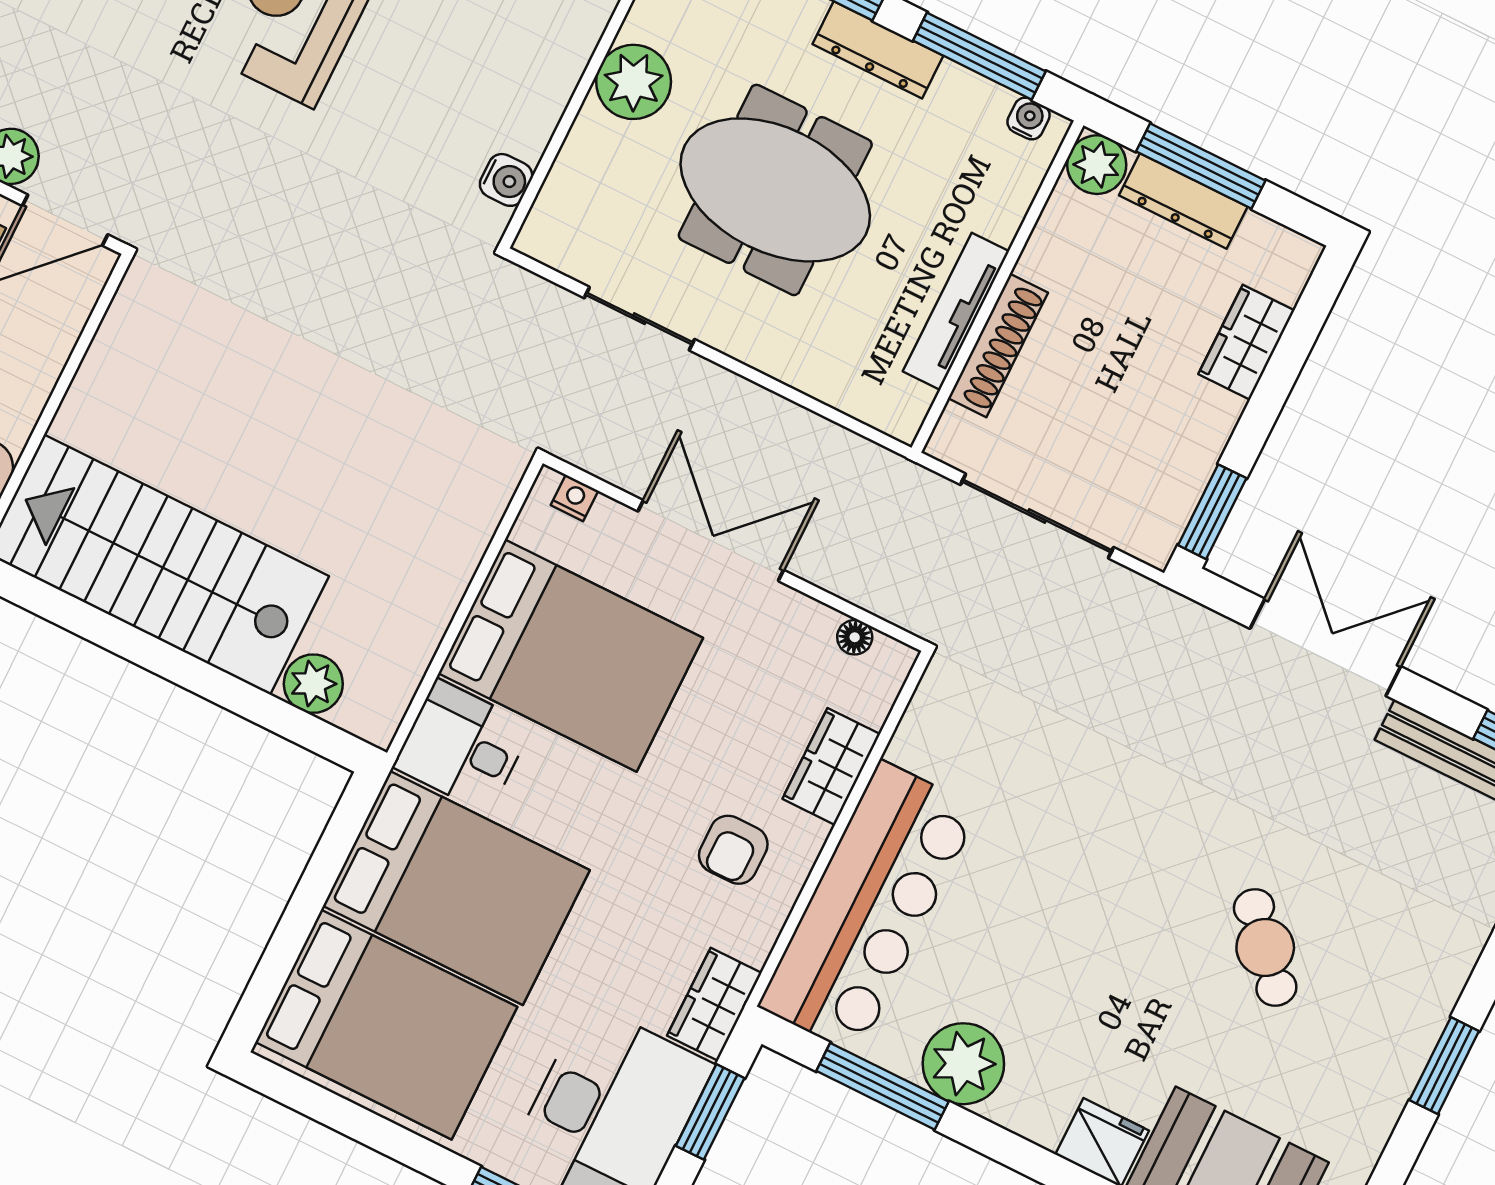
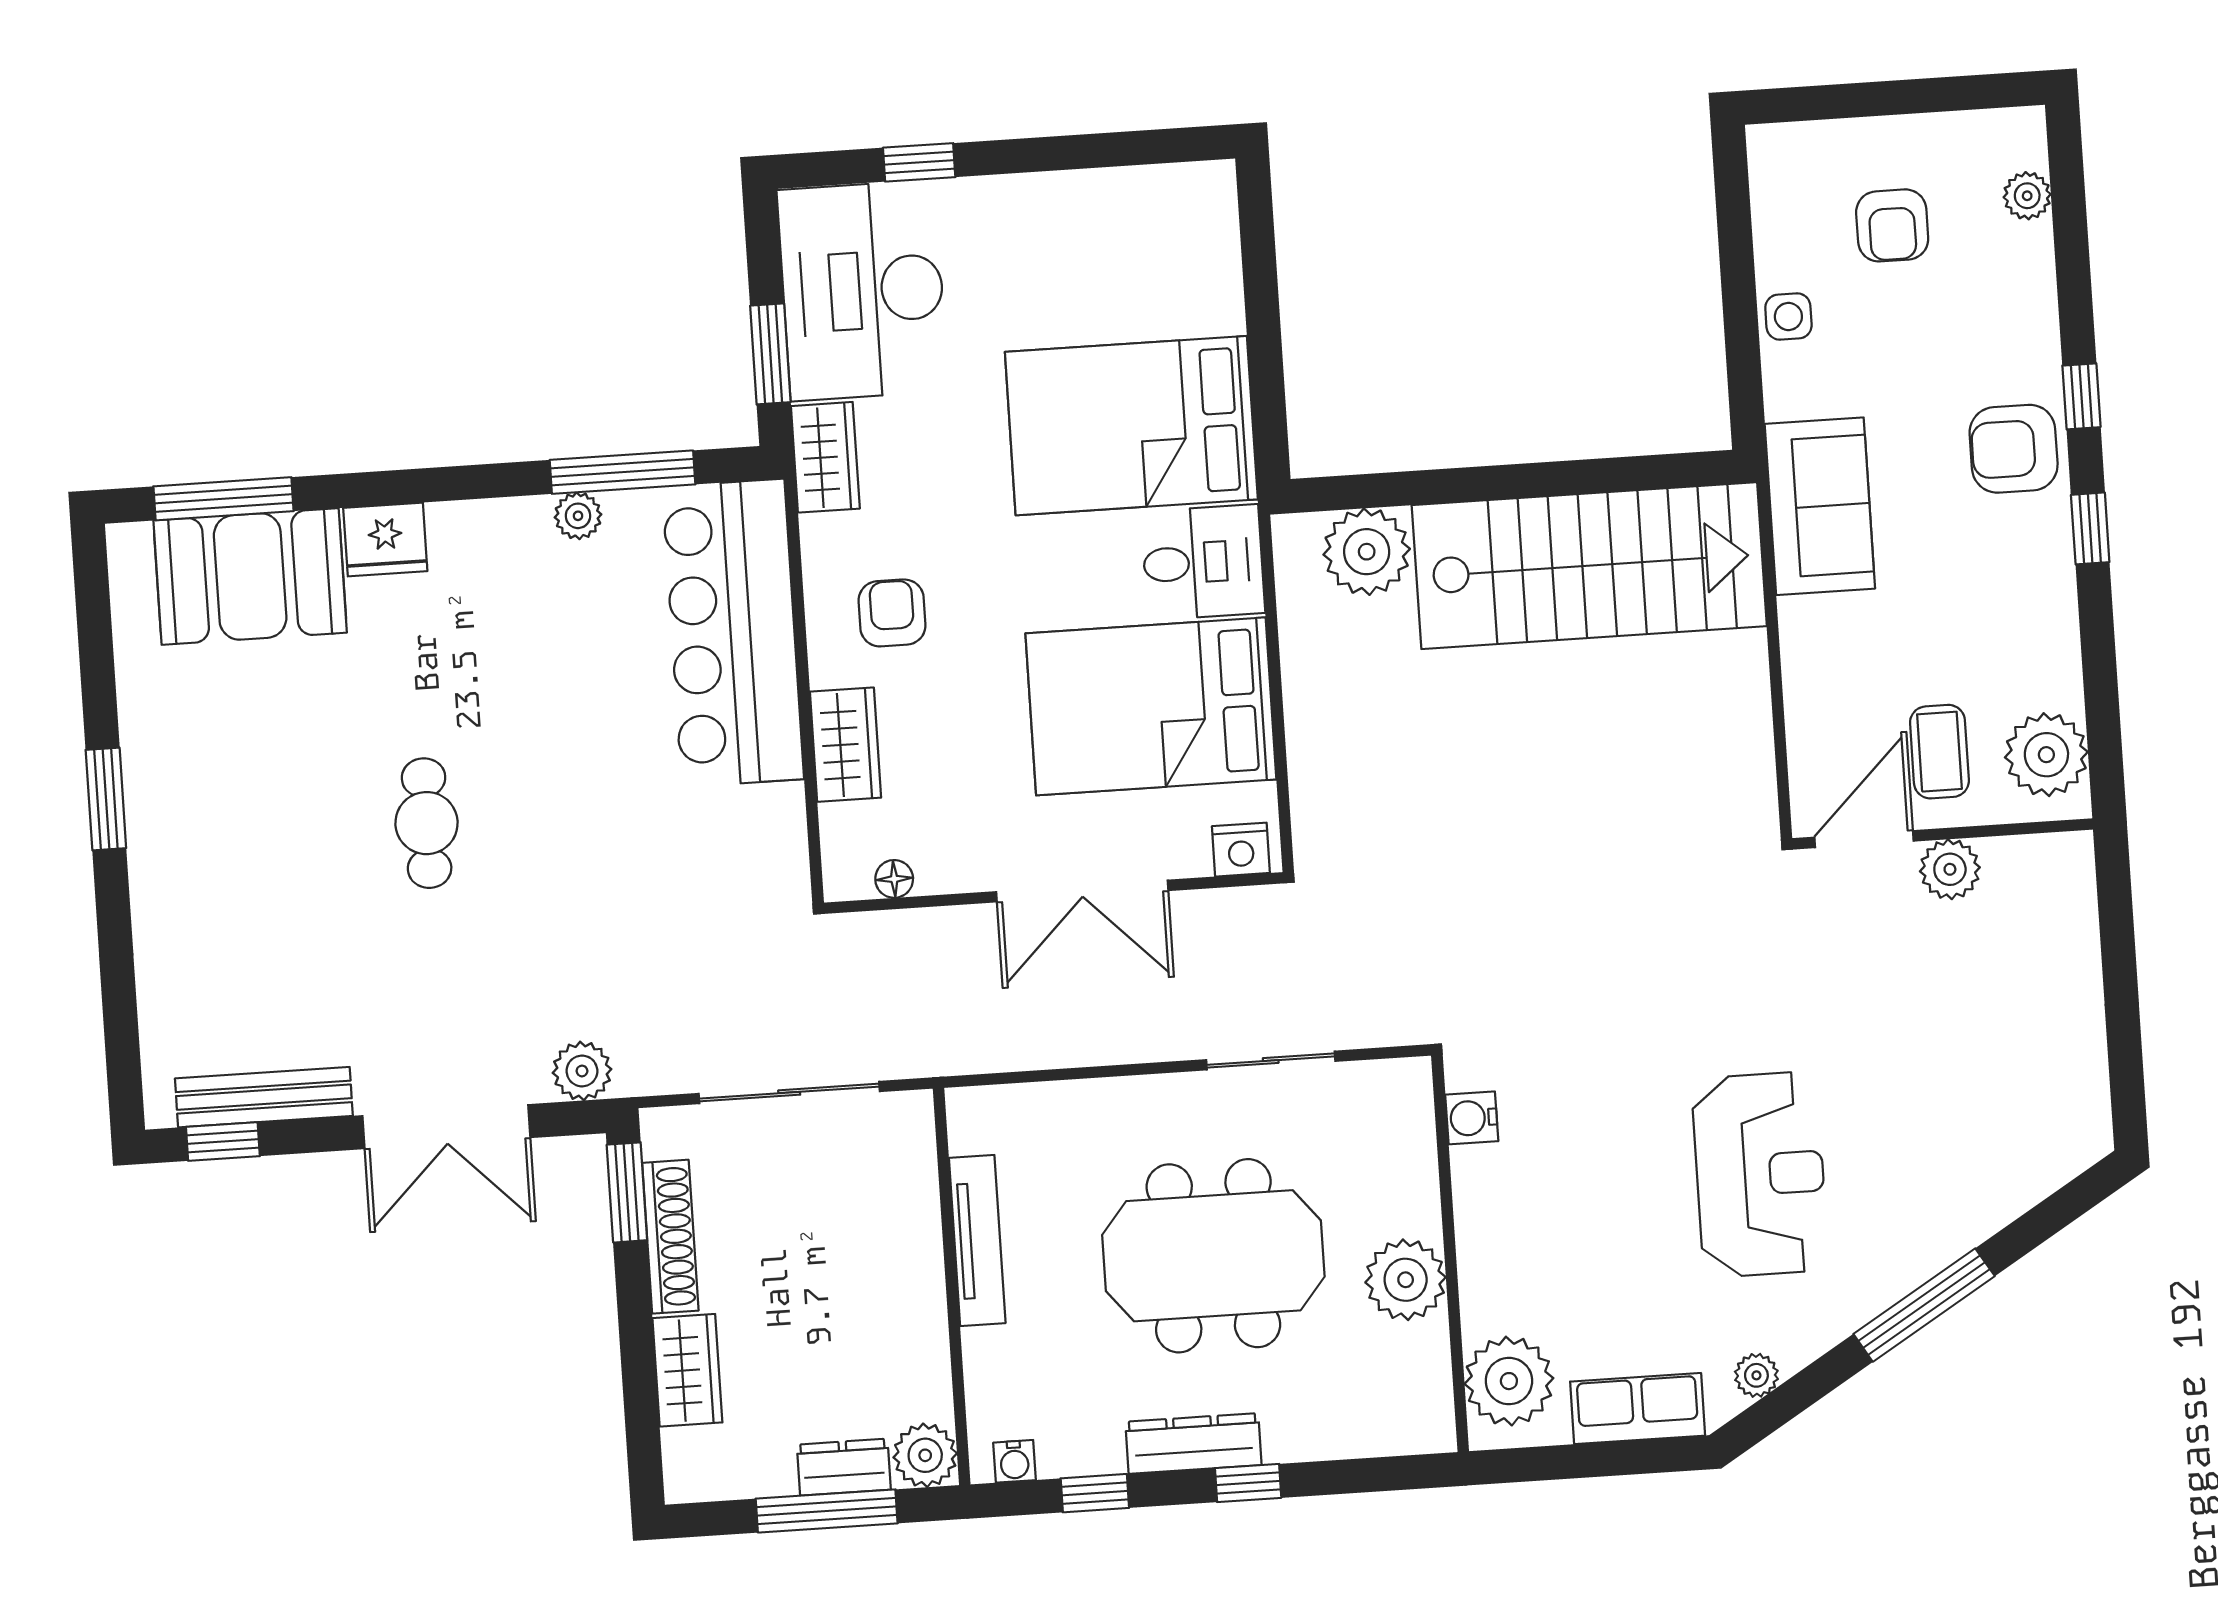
window: (979, 56) -> (1095, 1493), width x0.46
dresser: (1183, 201) -> (844, 1467), width x0.70
shoe rack: (998, 345) -> (670, 1237), moved, turned 180
nightstand: (574, 498) -> (1241, 850), width x1.39, depth x1.35
plant: (1192, 629) -> (582, 1071), added
plant: (313, 684) -> (1367, 552), width x1.36, depth x1.36
cafe table: (1265, 947) -> (427, 823), moved, turned 42
bed: (386, 1025) -> (1122, 259), removed
plant: (963, 1064) -> (578, 516), width x0.53, depth x0.53

